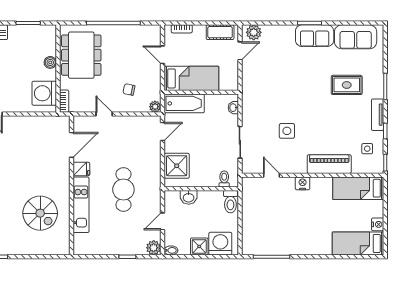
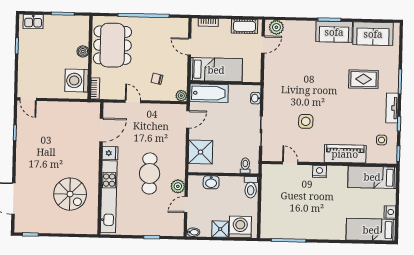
kitchen unit: (81, 205) -> (109, 197), width x1.36
plant: (154, 248) -> (178, 186), moved

